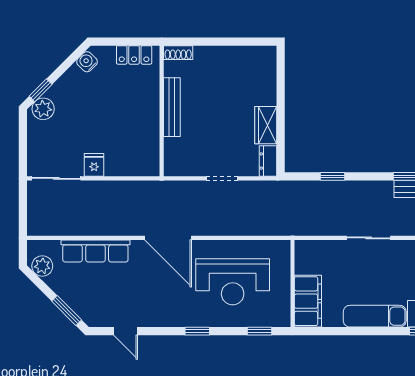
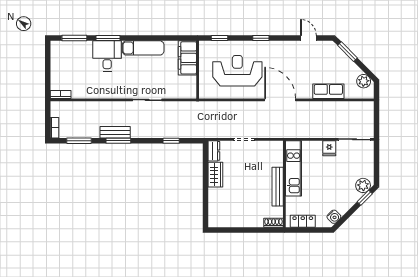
kitchen unit: (148, 135) -> (294, 168), added
row of seats: (95, 251) -> (328, 91), width x0.68

